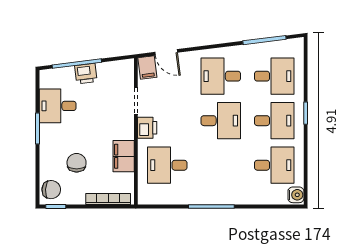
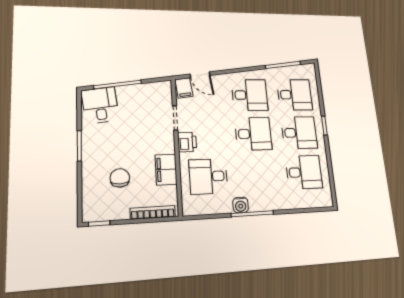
printer: (86, 74) -> (127, 93), removed
desk: (221, 76) -> (250, 95), turned 180
desk: (58, 106) -> (100, 105), moved, turned 83
chair: (51, 190) -> (94, 206), removed
water cooler: (296, 195) -> (241, 205), moved, turned 90

